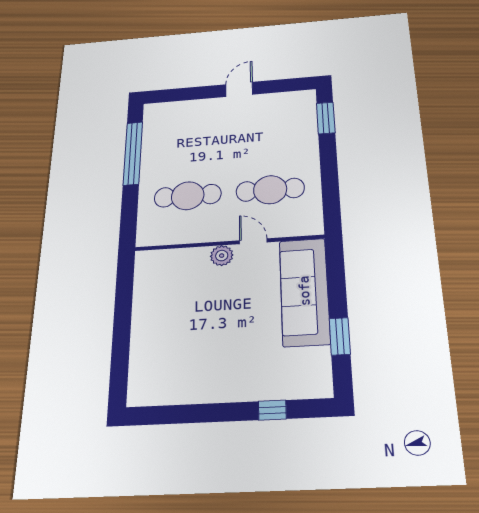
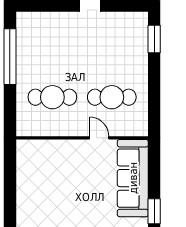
plant: (222, 256) -> (77, 147), removed

